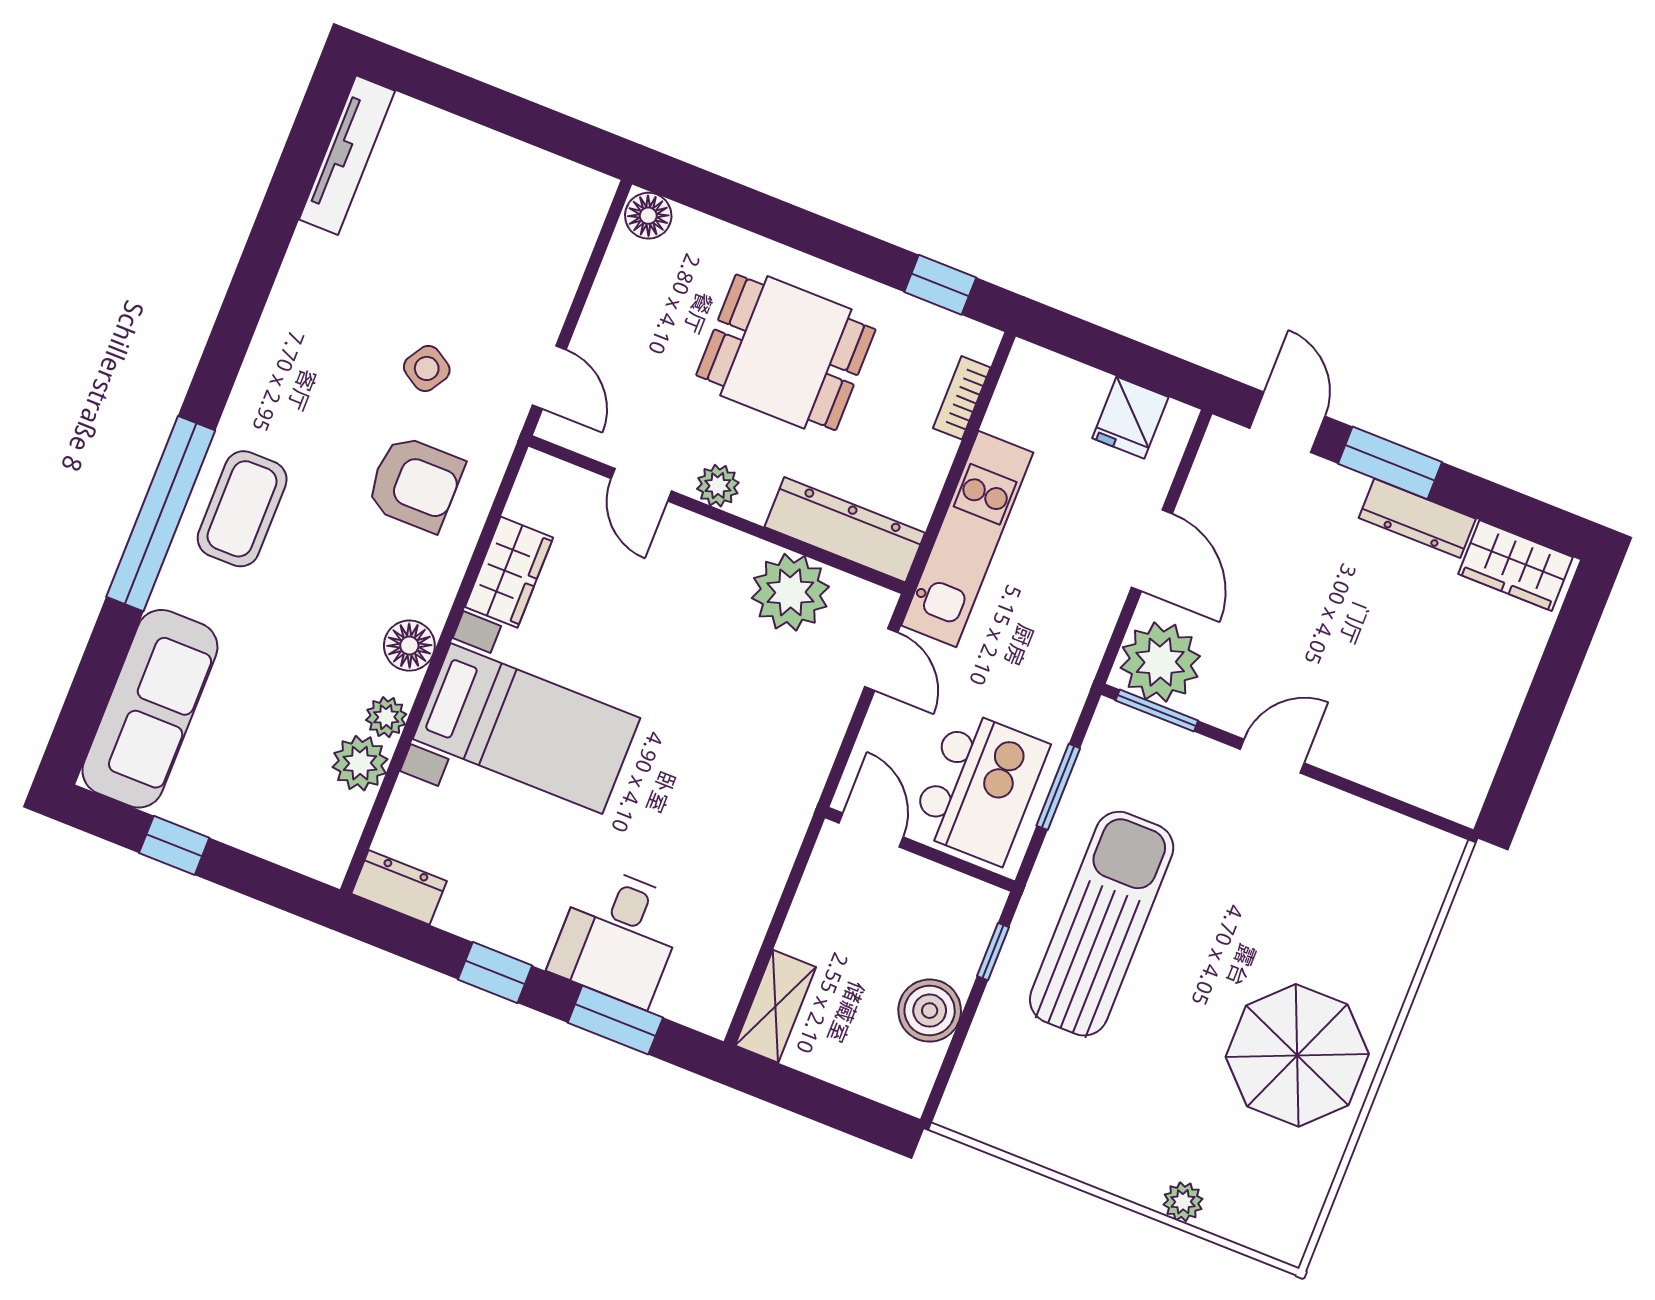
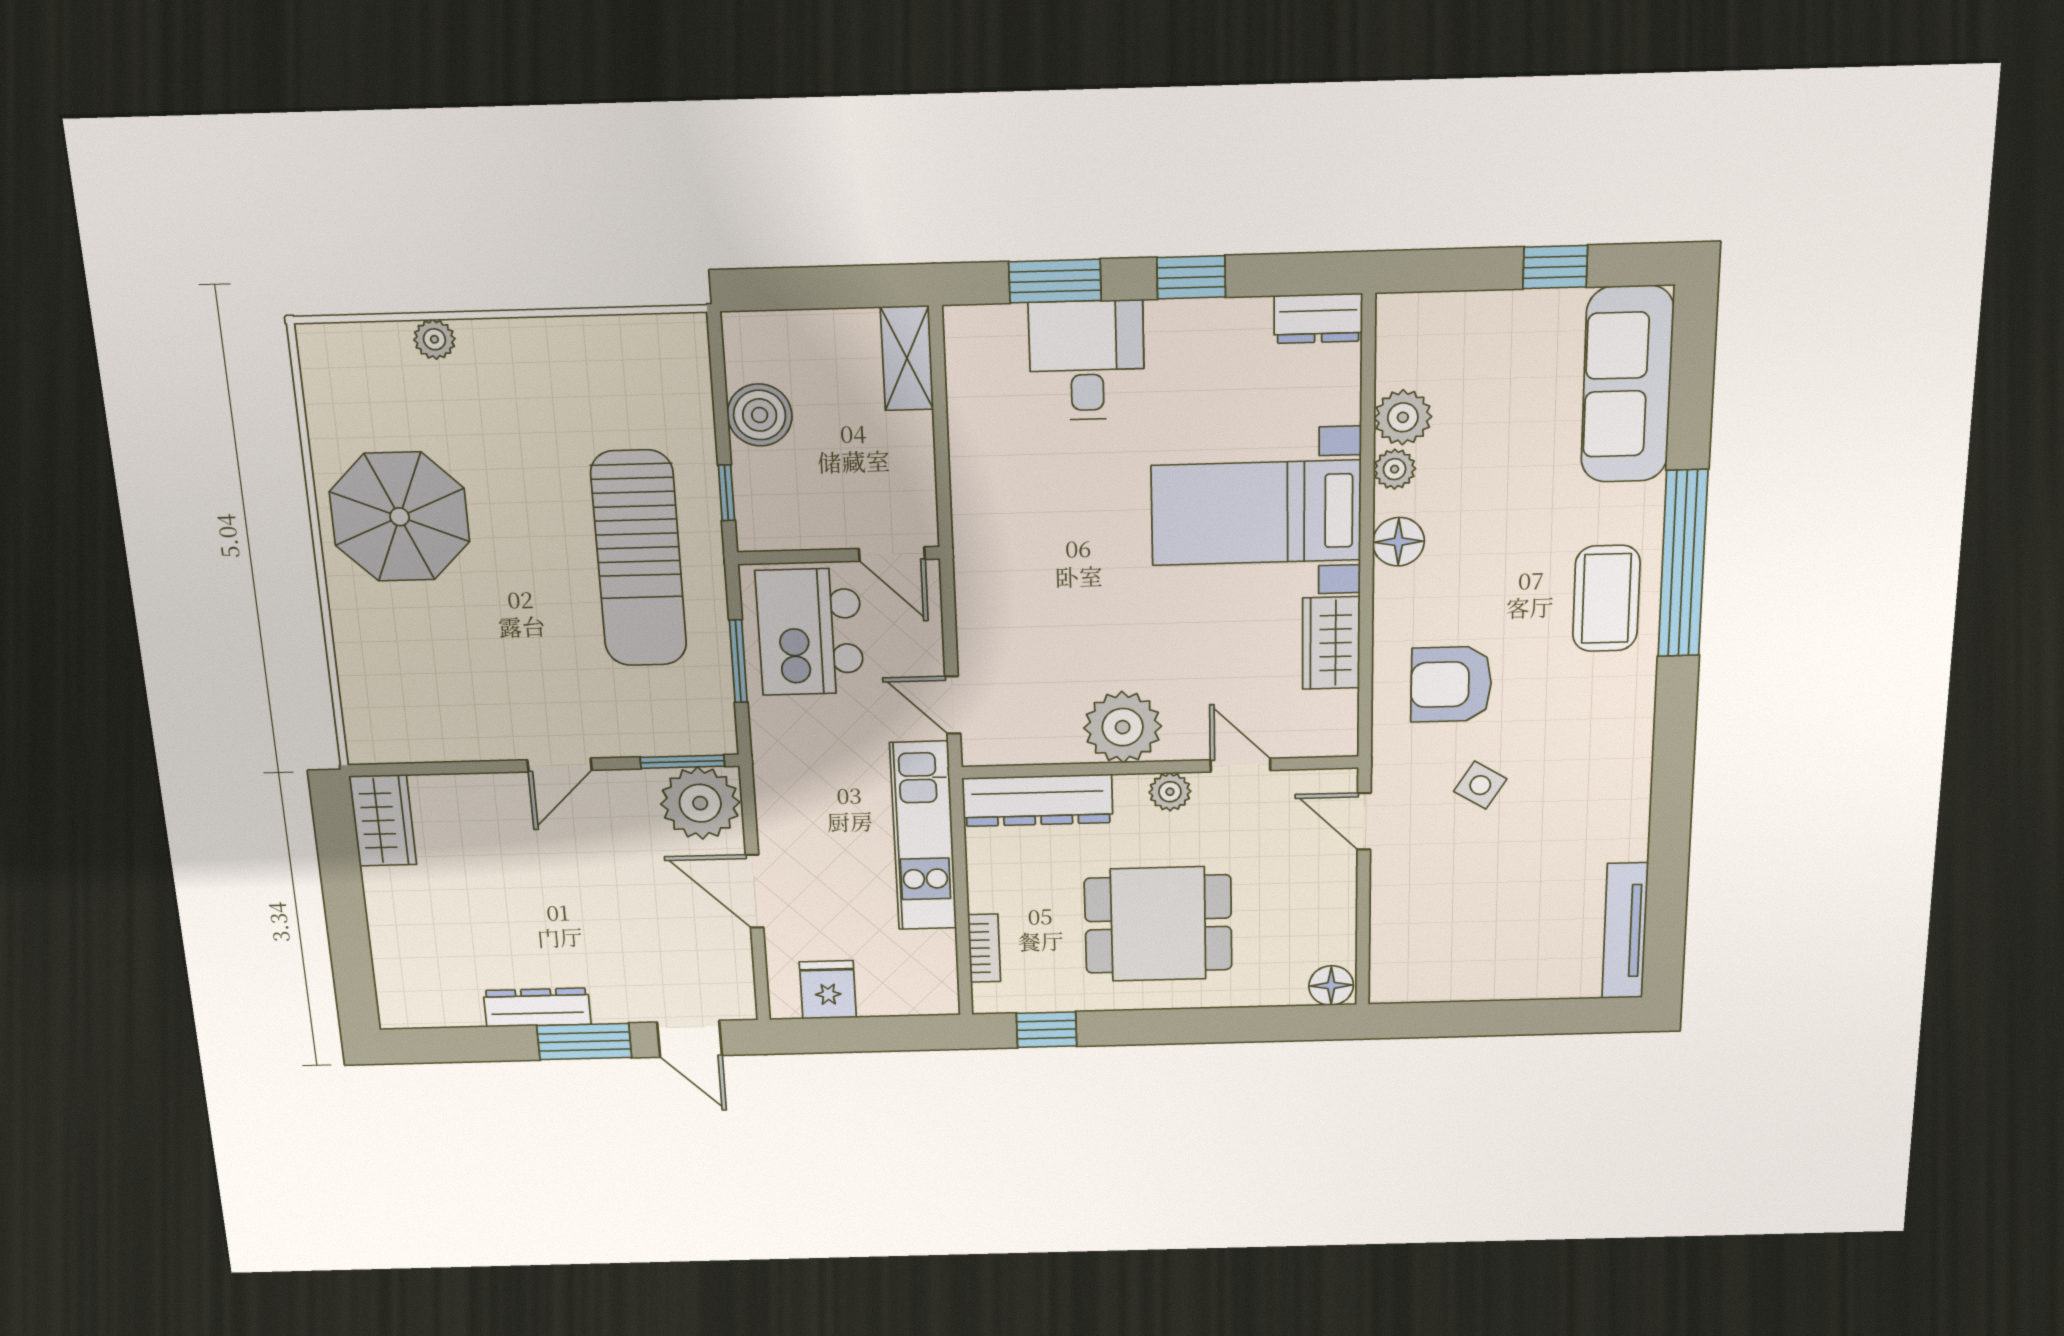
wardrobe: (1516, 566) -> (383, 820), moved, turned 90
plant: (790, 592) -> (1123, 727), moved

